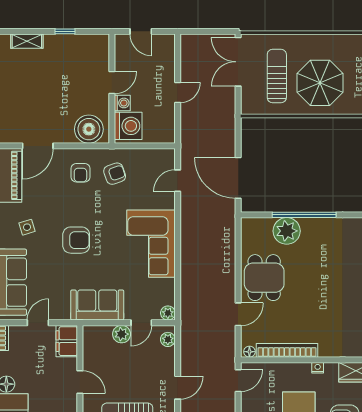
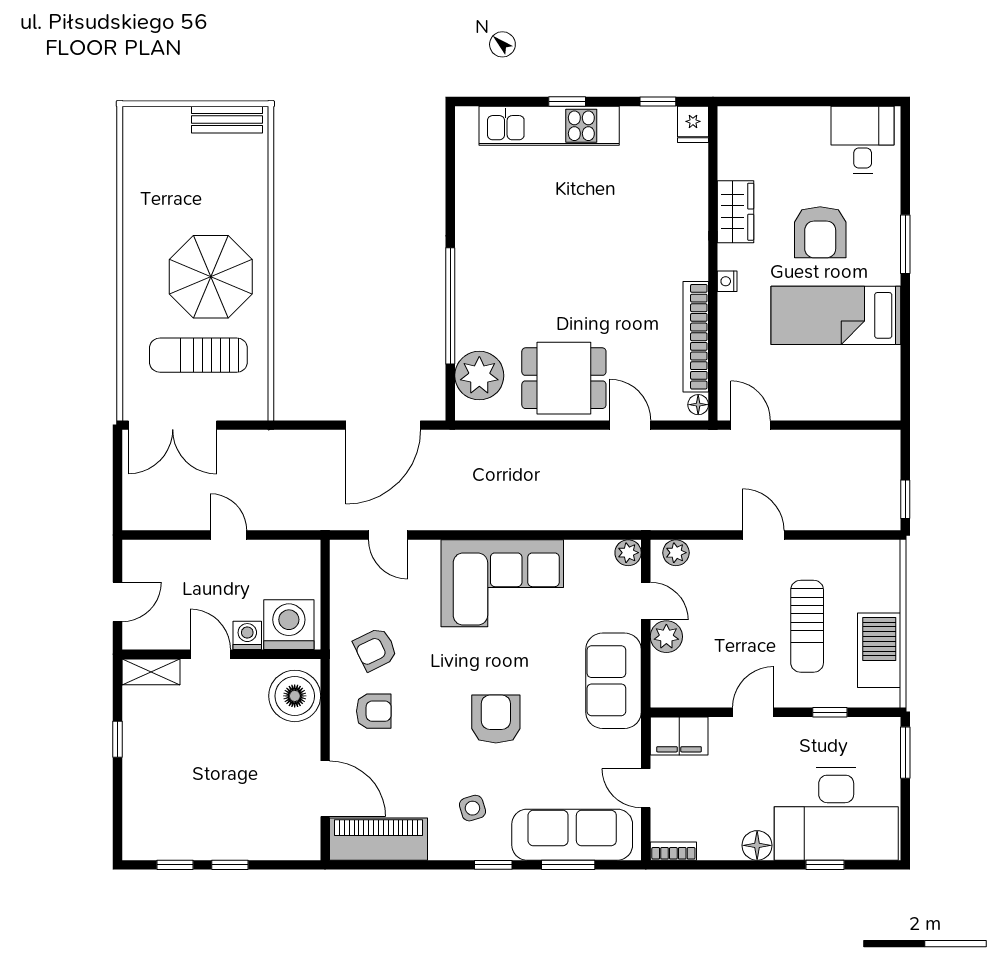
shelving: (27, 41) -> (151, 672), moved, turned 90
armchair: (115, 174) -> (375, 649), turned -97
plant: (287, 231) -> (479, 376), moved

